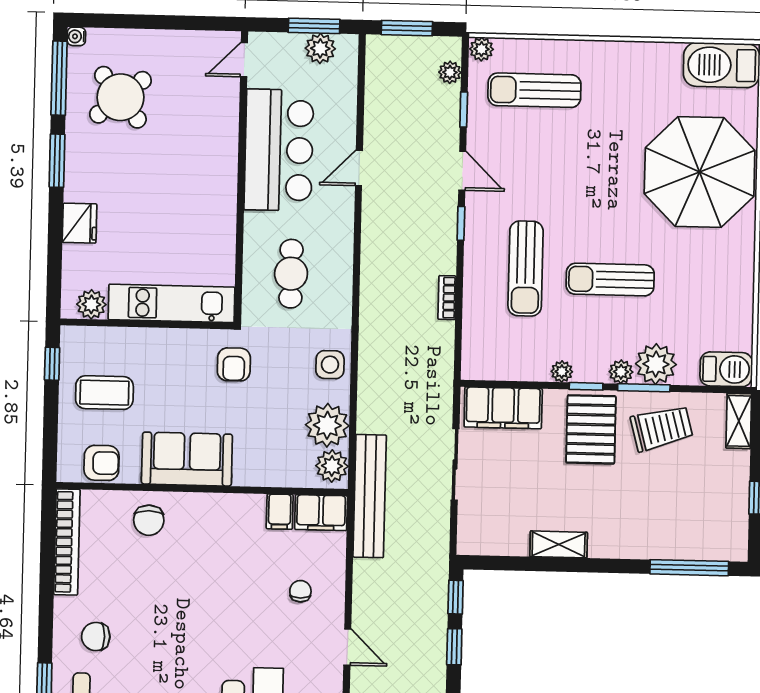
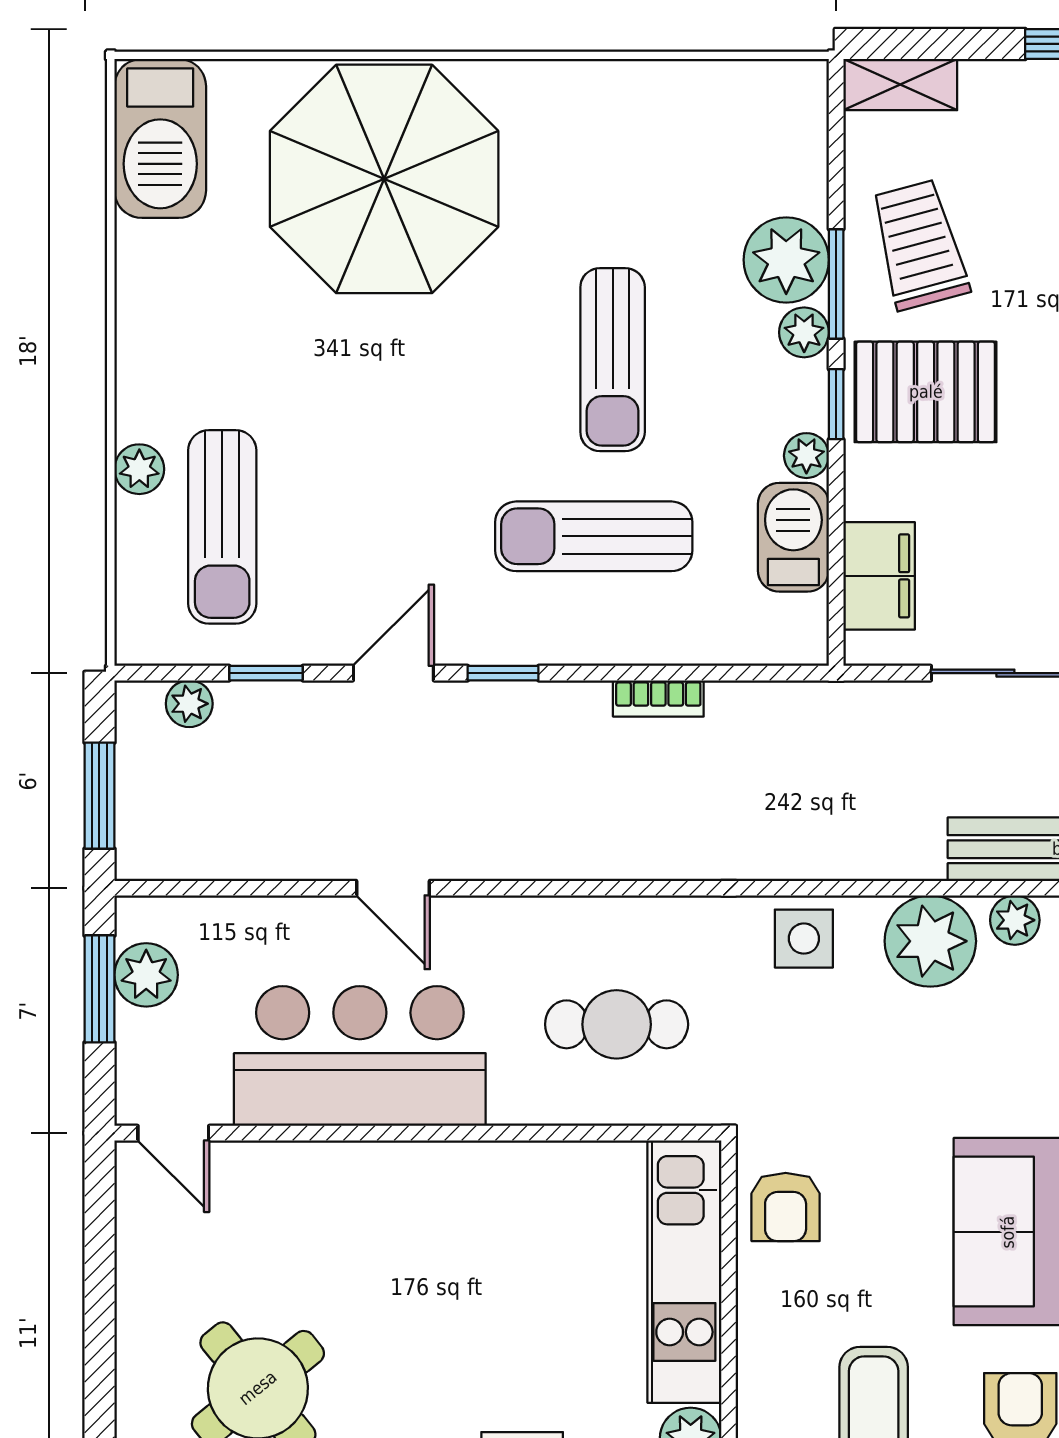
plant: (481, 49) -> (139, 469), moved
sun lounger: (526, 269) -> (594, 536), turned 180
armchair: (234, 364) -> (786, 1207), moved, turned 90
barbecue: (726, 369) -> (793, 537), moved
filing cabinet: (503, 408) -> (879, 576), width x0.67, depth x0.86
plant: (332, 466) -> (1015, 920), width x0.73, depth x0.73

